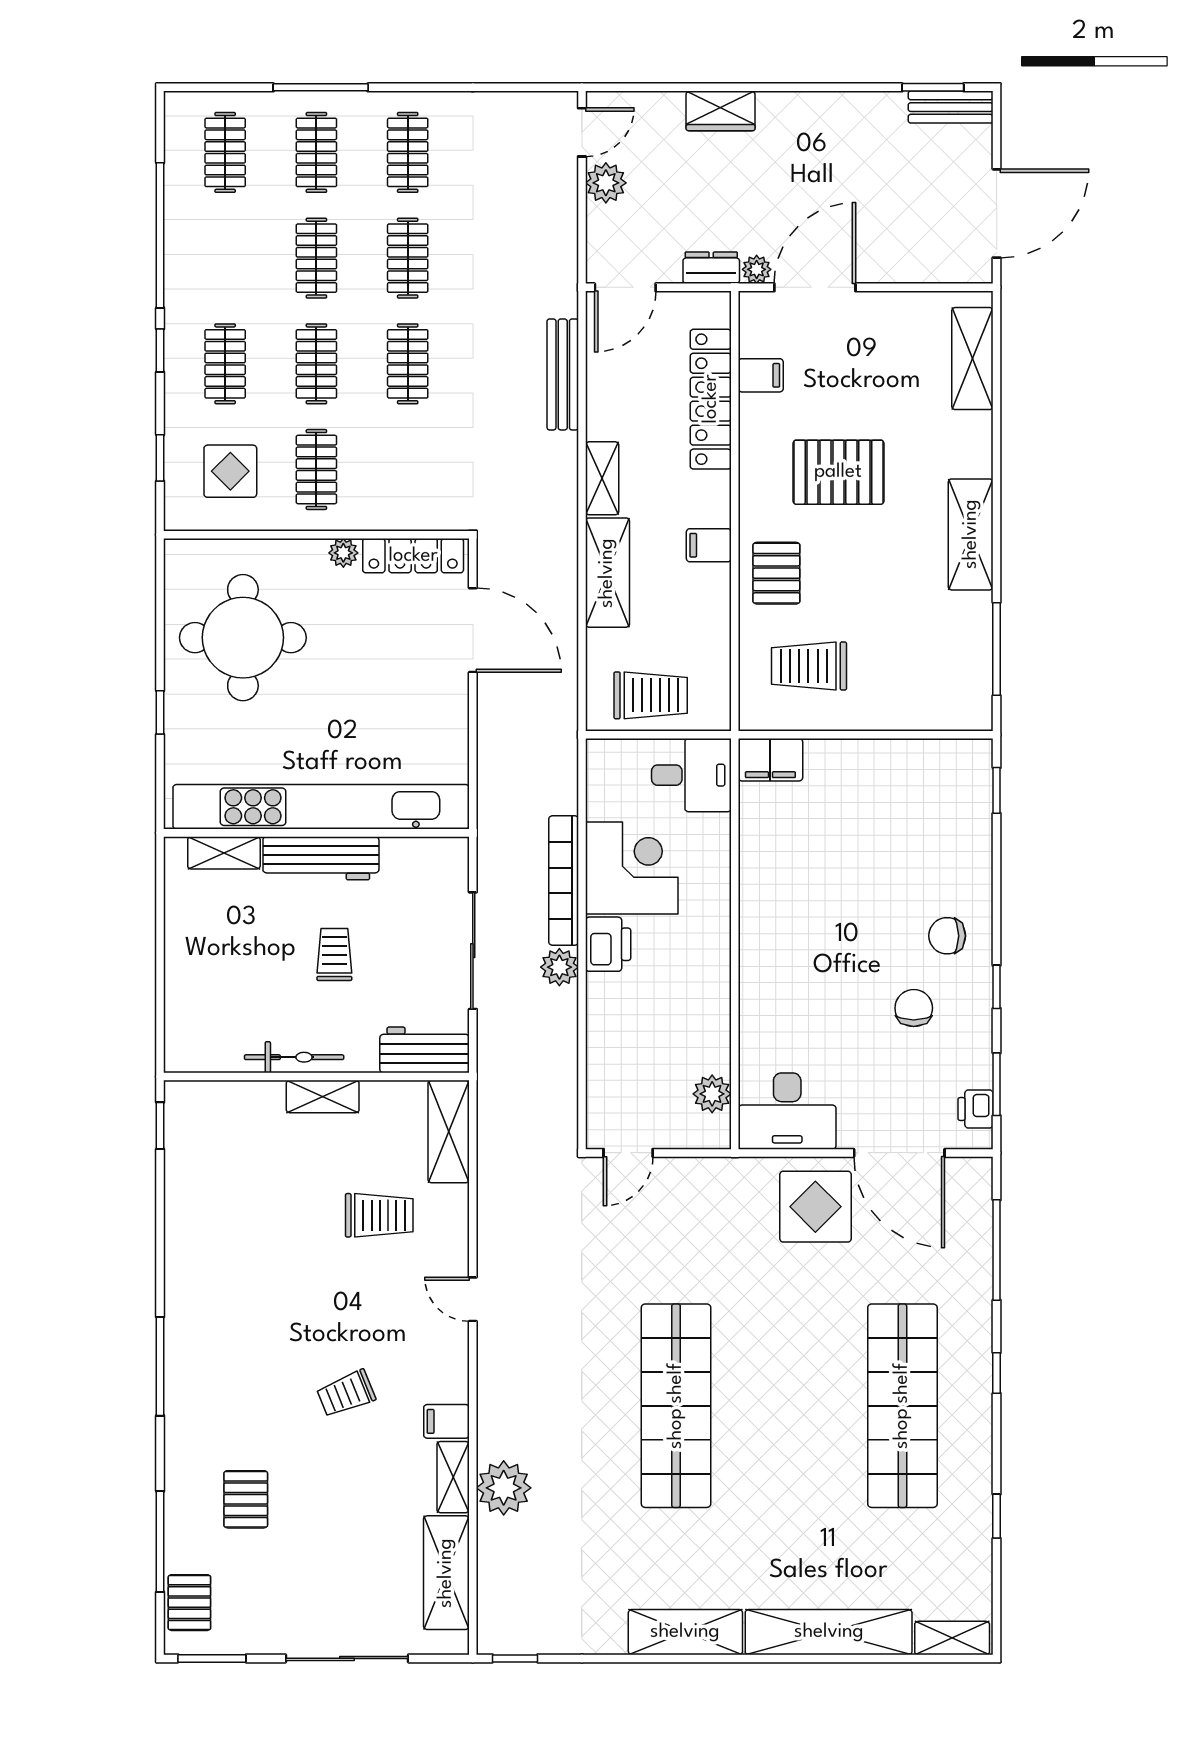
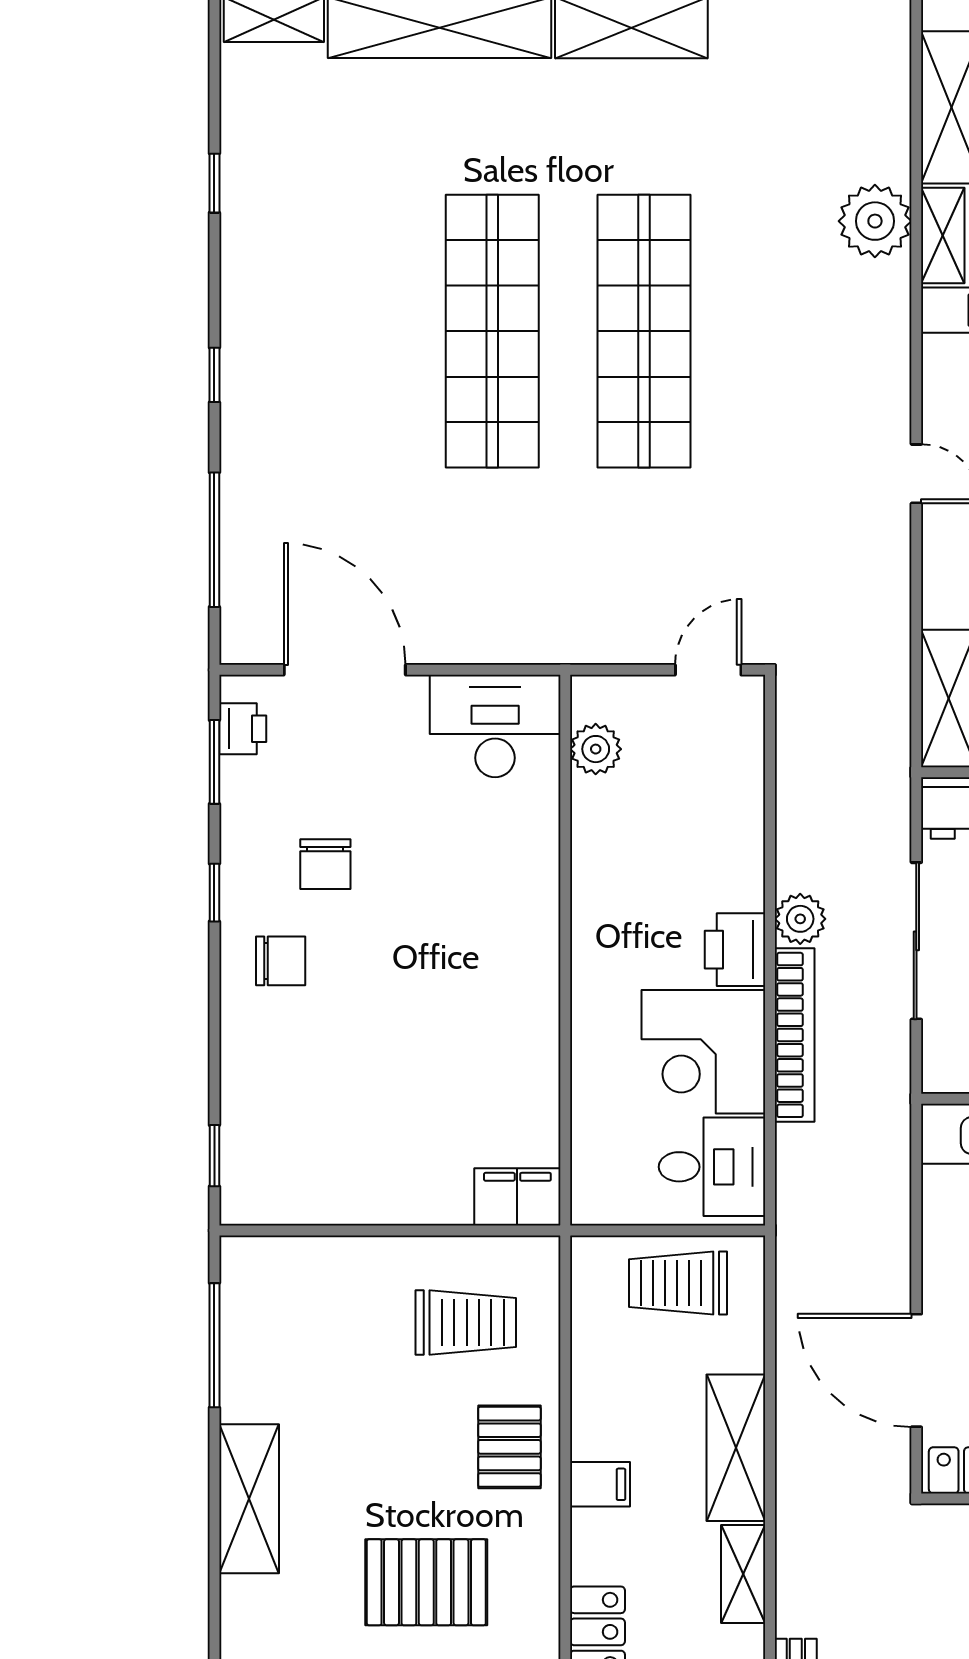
desk: (691, 775) -> (712, 1167), moved, turned 180
display table: (815, 1207) -> (457, 598), removed
shop shelf: (902, 1406) -> (492, 331), moved

